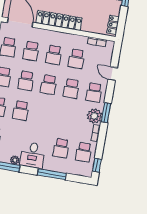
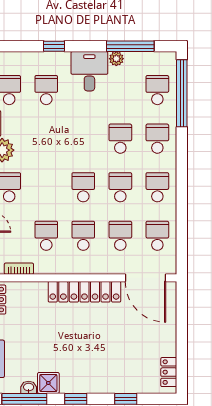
school desk: (71, 89) -> (46, 187), removed
window: (52, 174) -> (54, 46), width x0.46

